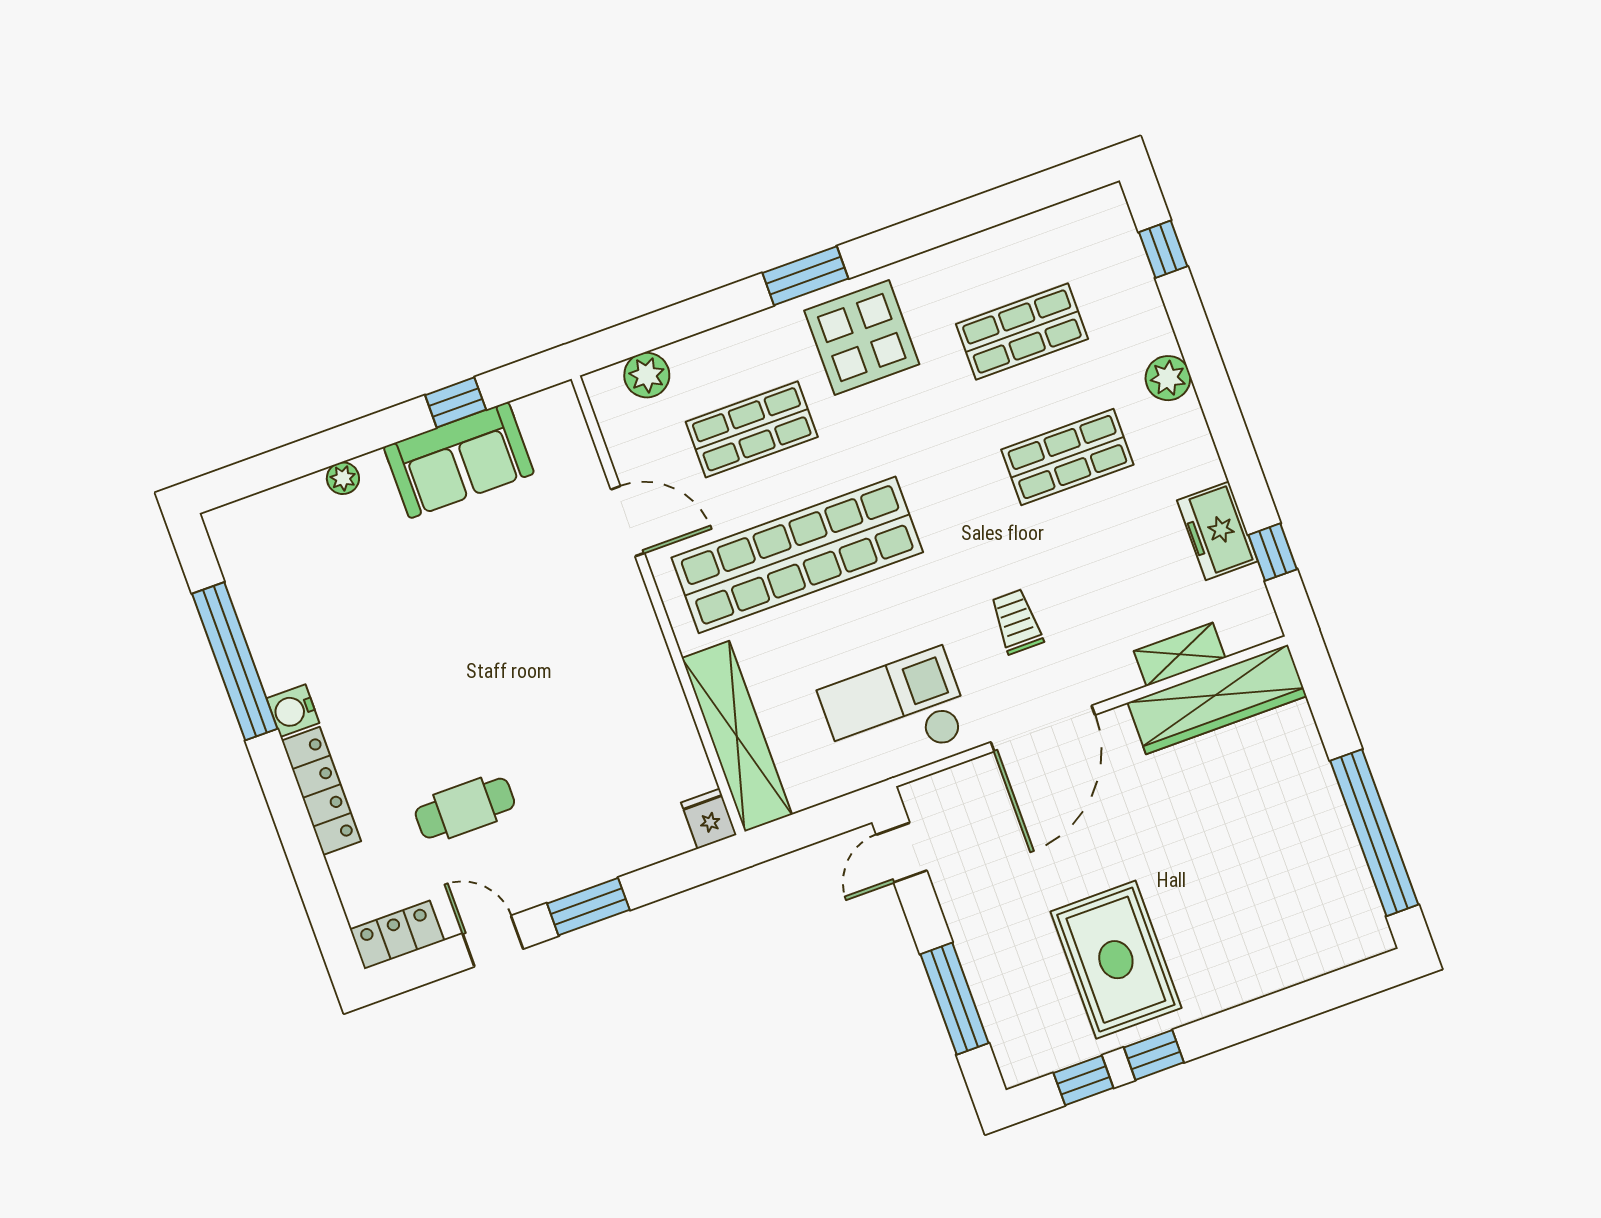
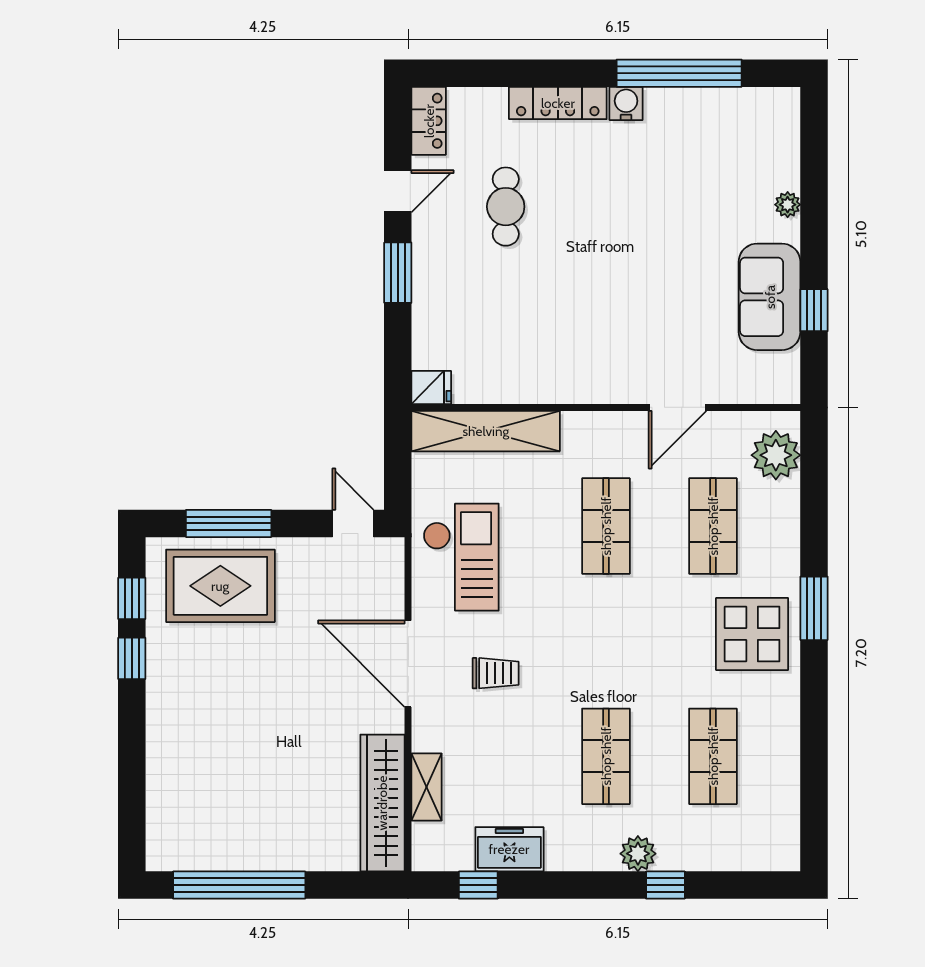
window: (1163, 249) -> (665, 885), moved
plant: (647, 375) -> (776, 455), width x1.36, depth x1.36
shop shelf: (797, 555) -> (606, 526), width x0.50, depth x0.74
rug: (1116, 960) -> (220, 586), moved

